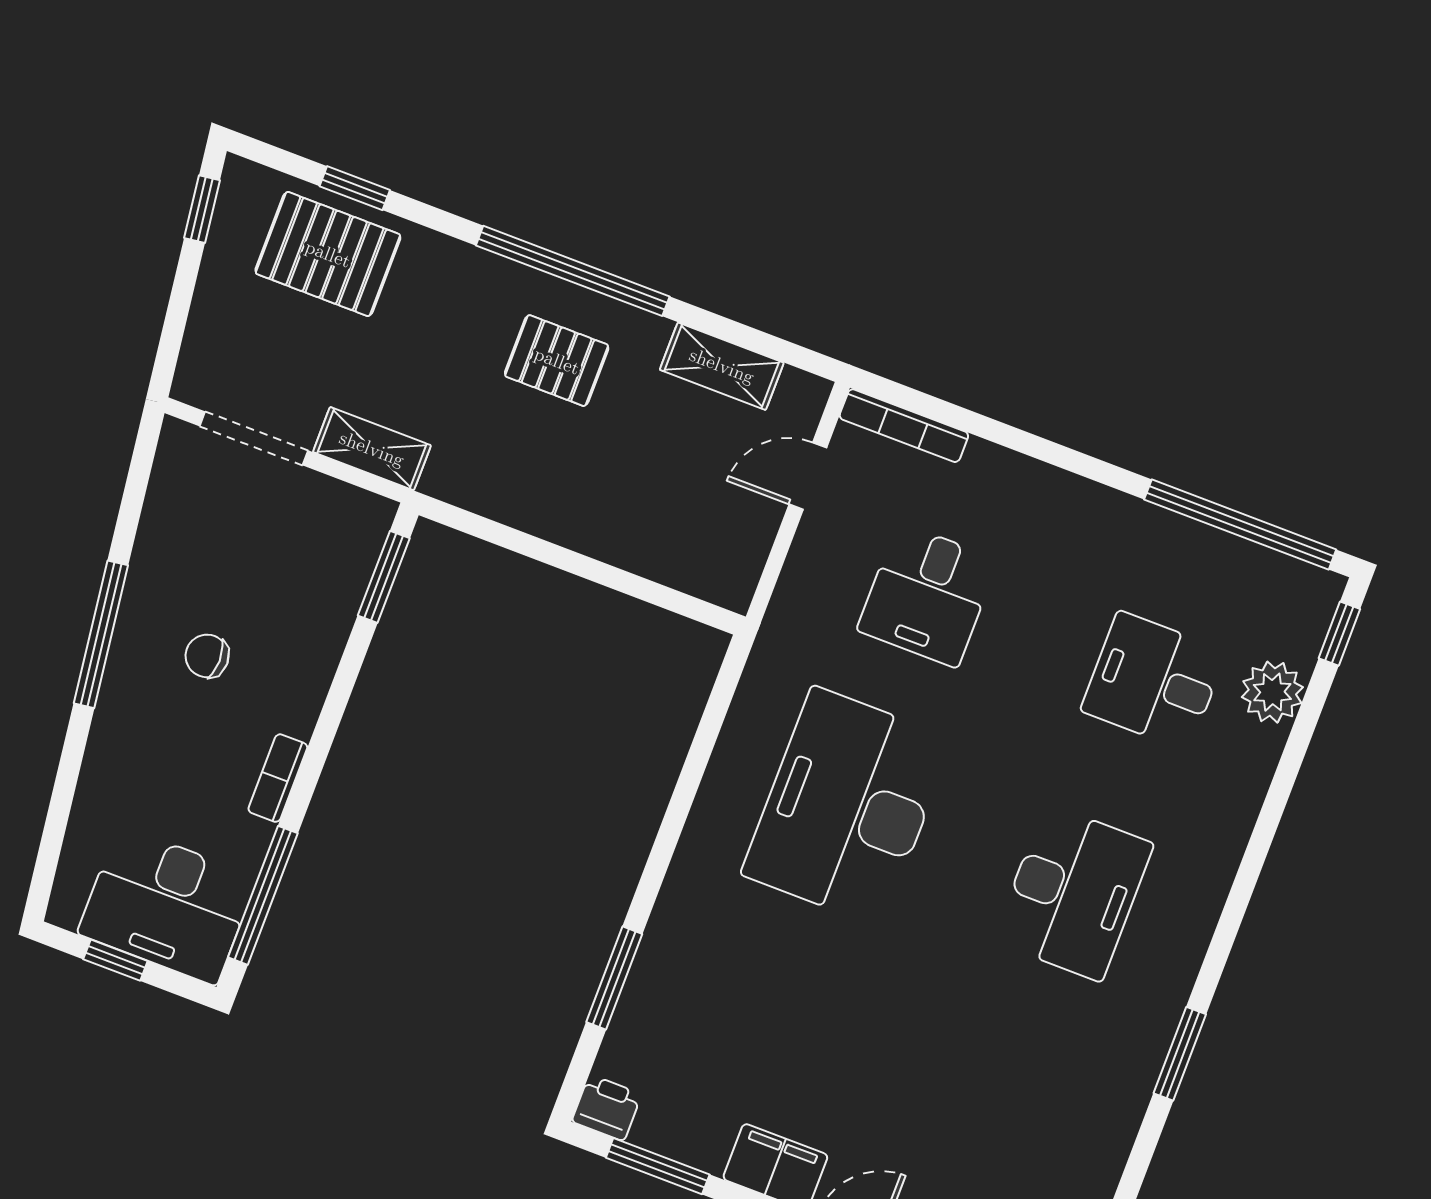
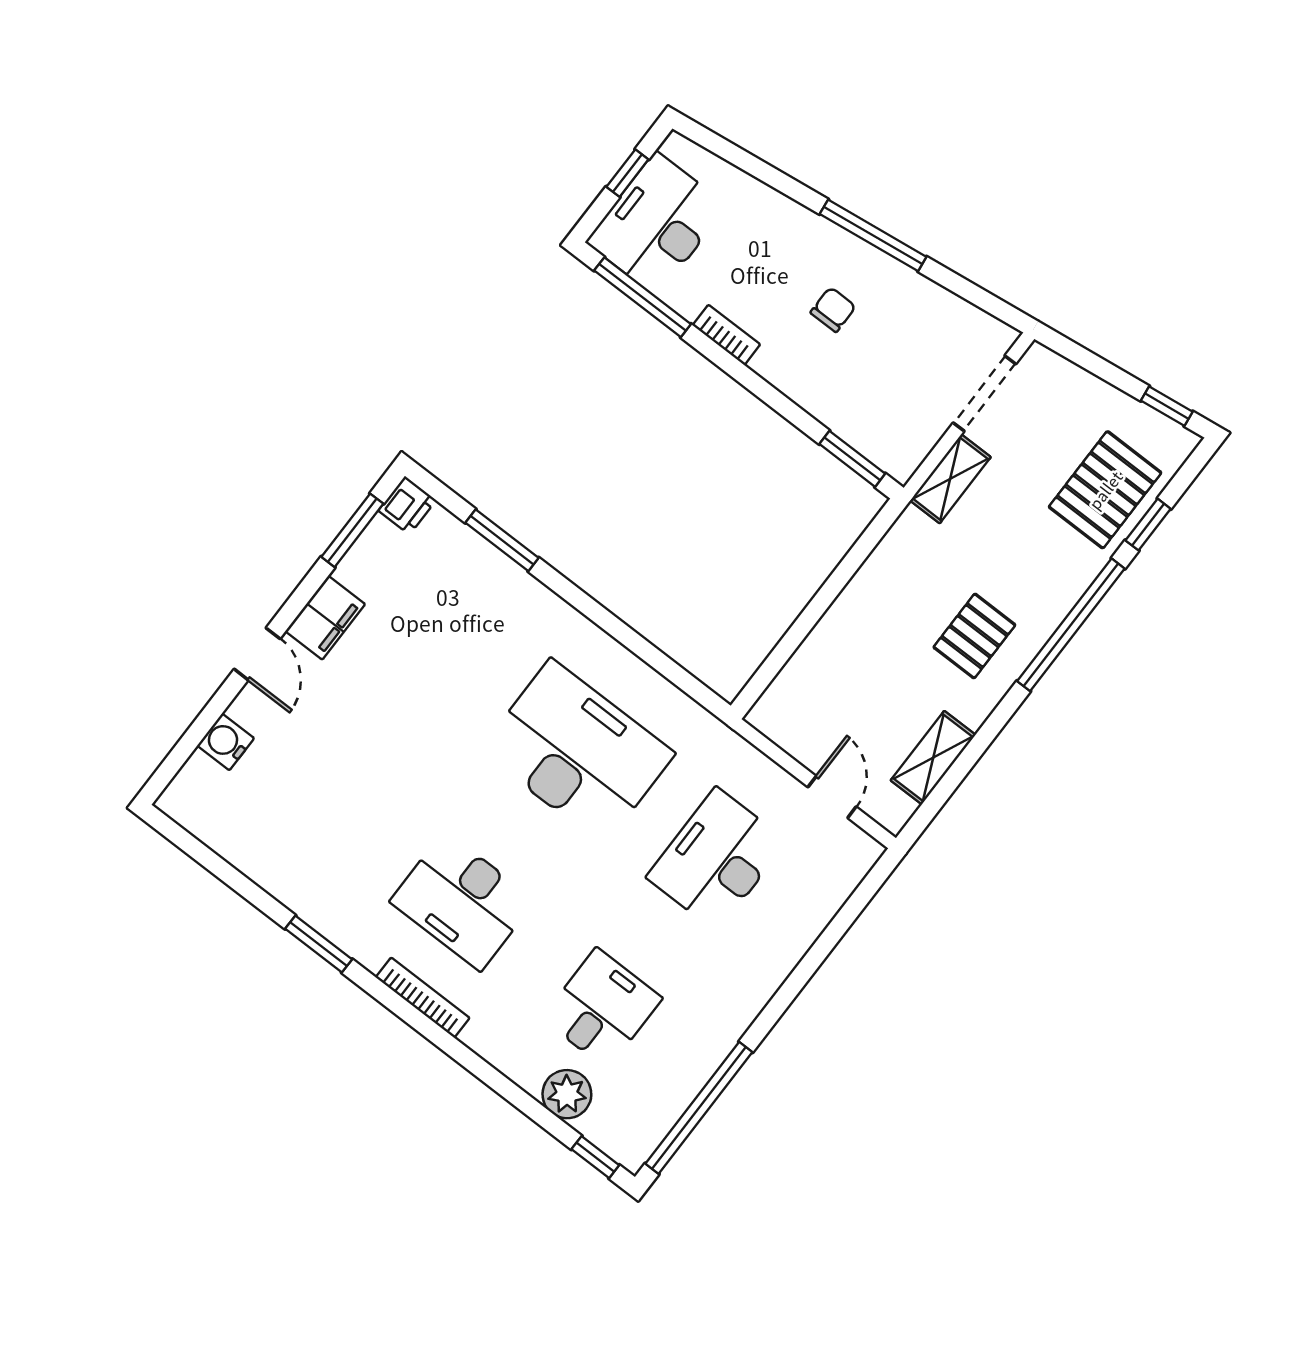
window: (573, 271) -> (1071, 625), moved
bookcase: (904, 426) -> (423, 998), moved, turned 90
desk: (928, 595) -> (717, 859), width x1.37

